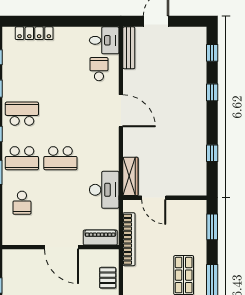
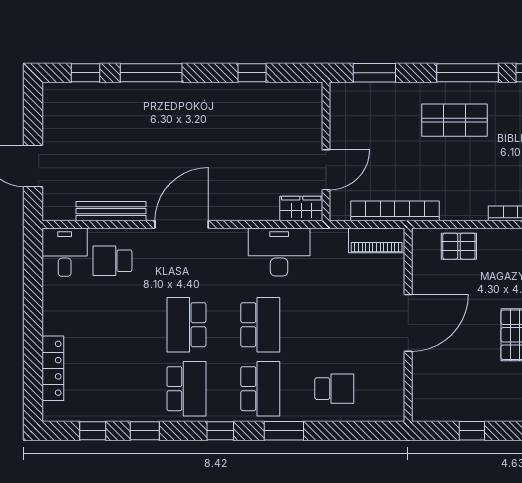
bench: (129, 48) -> (111, 211), moved
window: (212, 92) -> (151, 73), width x2.17
school desk: (22, 114) -> (186, 389), turned 180
school desk: (60, 114) -> (186, 325), added
wardrobe: (130, 176) -> (301, 209), width x0.67
desk: (104, 190) -> (279, 252), moved
piano: (100, 238) -> (377, 240), moved, turned -90

